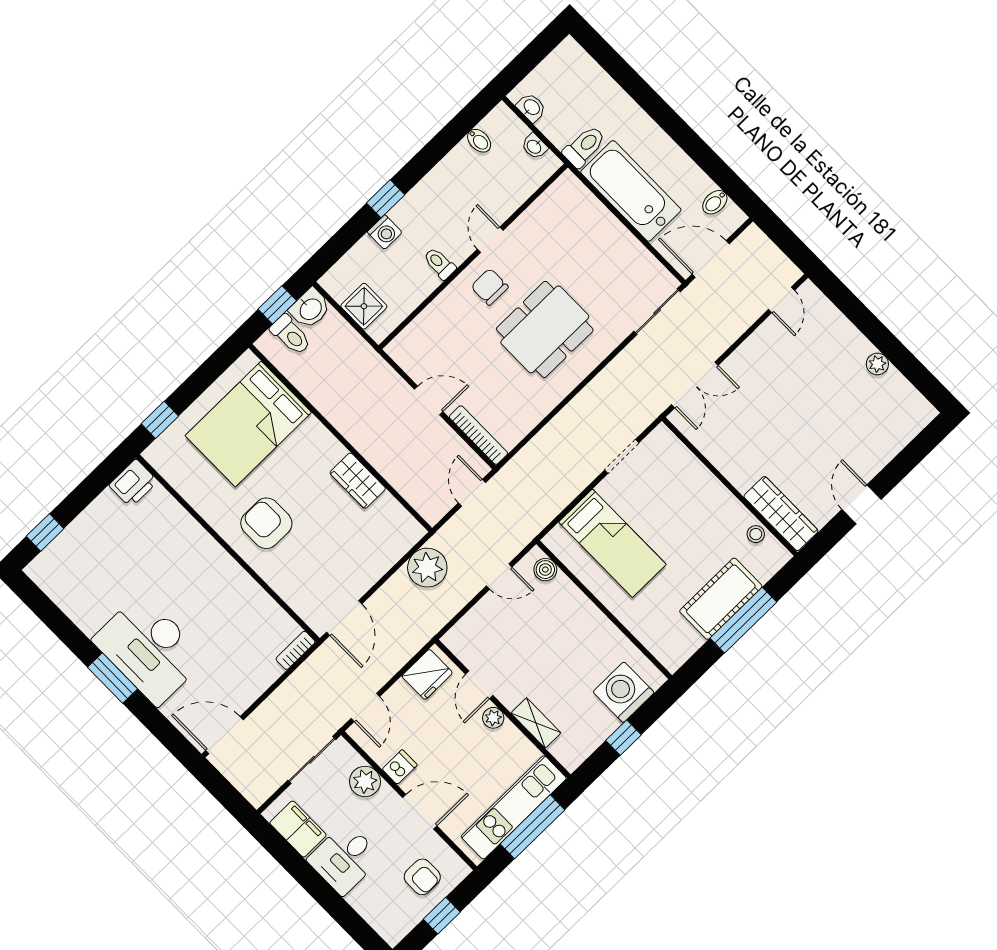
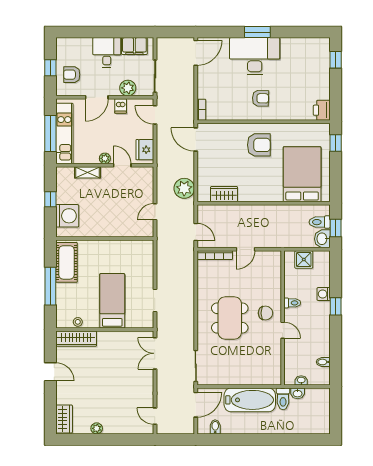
washbasin: (531, 108) -> (298, 393), moved
wardrobe: (908, 422) -> (64, 419), added
wardrobe: (358, 481) -> (224, 194), moved
bed: (612, 543) -> (112, 301), moved, turned 90
boiler: (545, 570) -> (141, 231), removed
armchair: (200, 584) -> (261, 98), added
cot: (721, 599) -> (67, 262), moved

